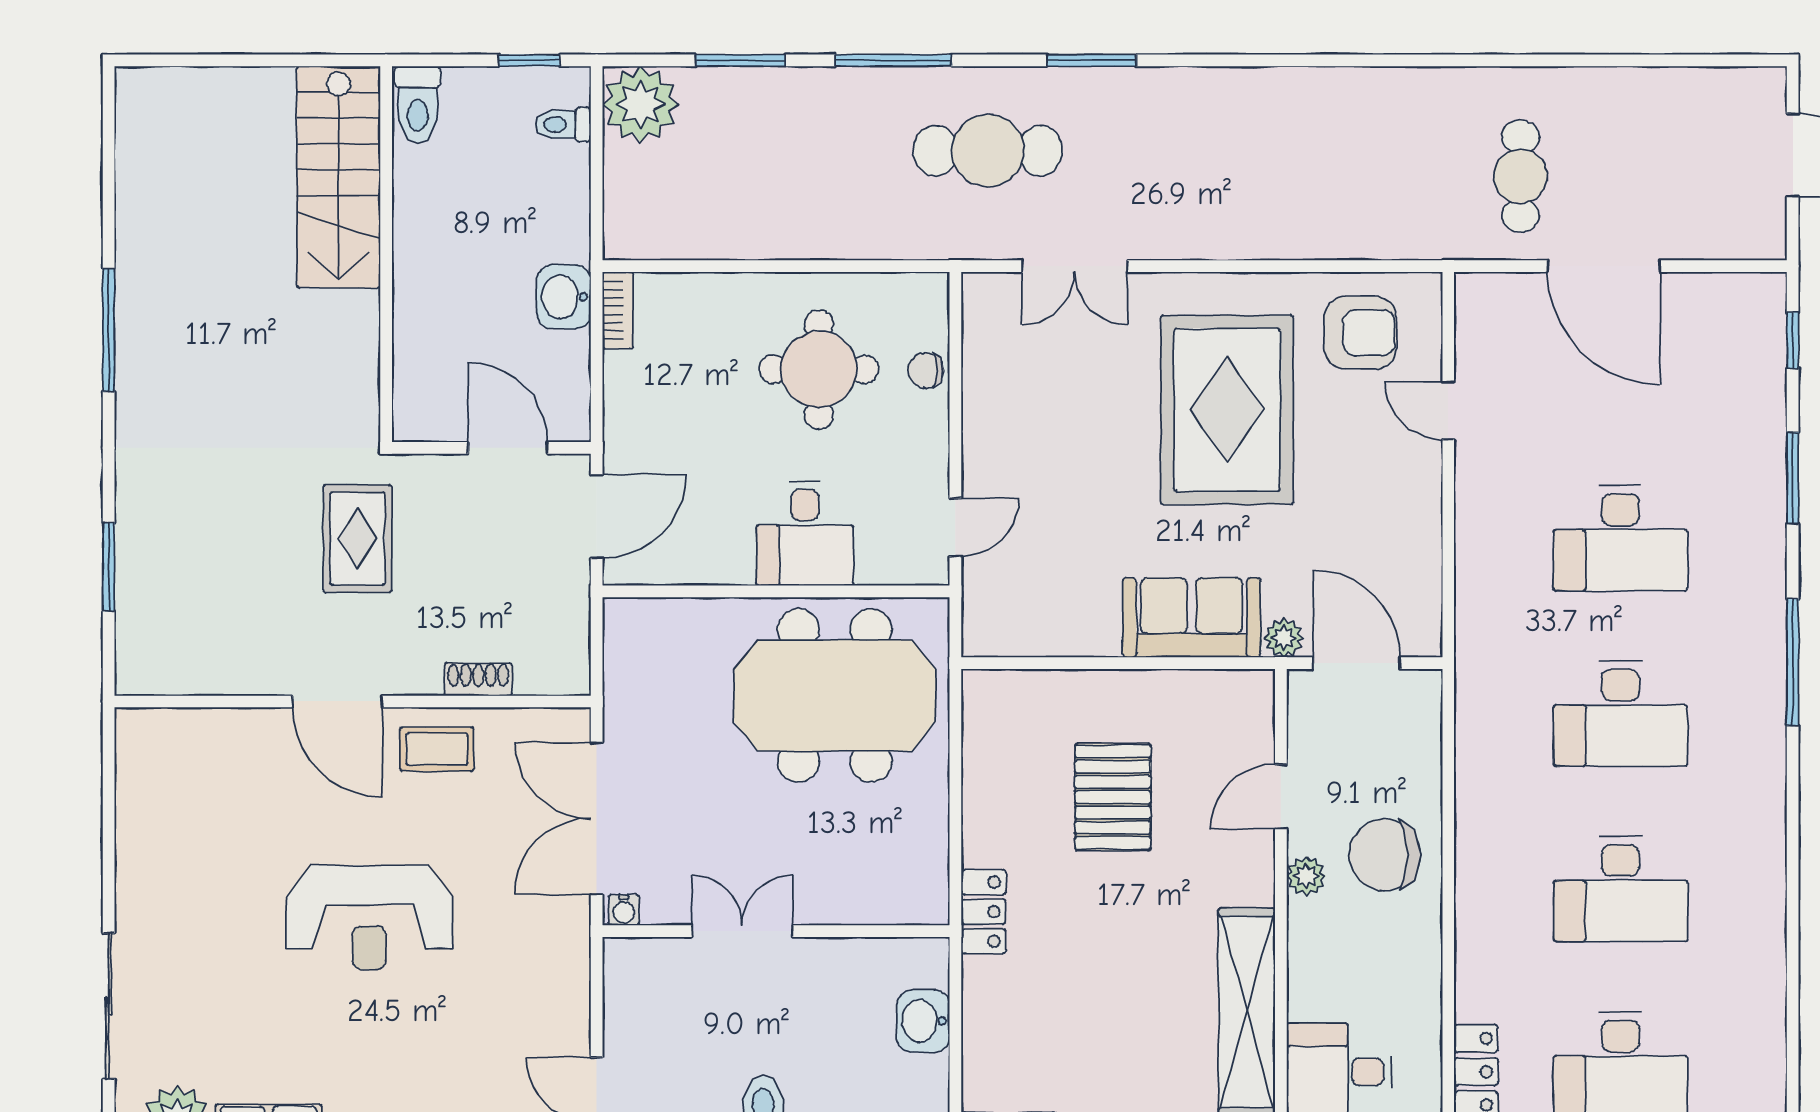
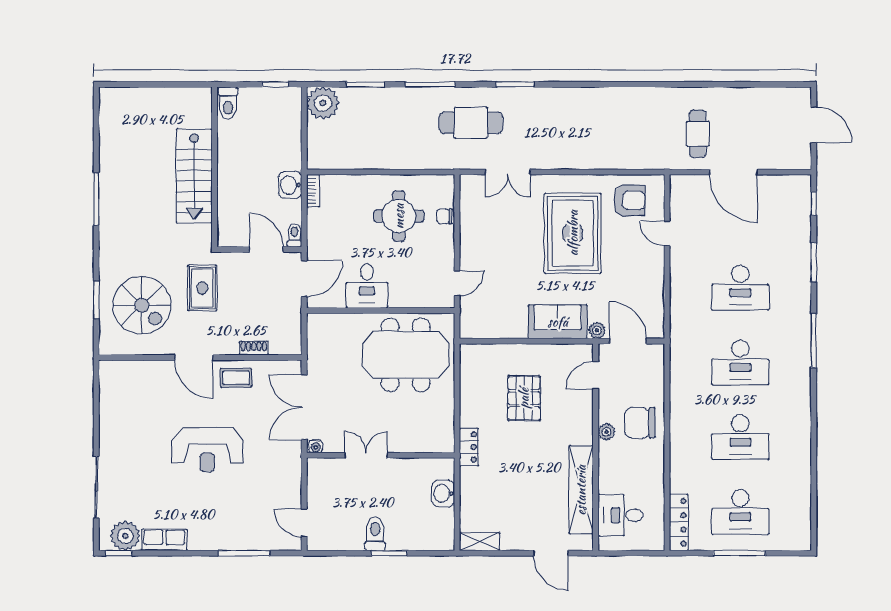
toilet: (563, 124) -> (294, 235), moved, turned 90
stairs: (339, 177) -> (194, 176), moved
desk: (805, 533) -> (367, 286), moved
spiral stairs: (215, 579) -> (142, 305), added
door: (1281, 796) -> (596, 375), moved

